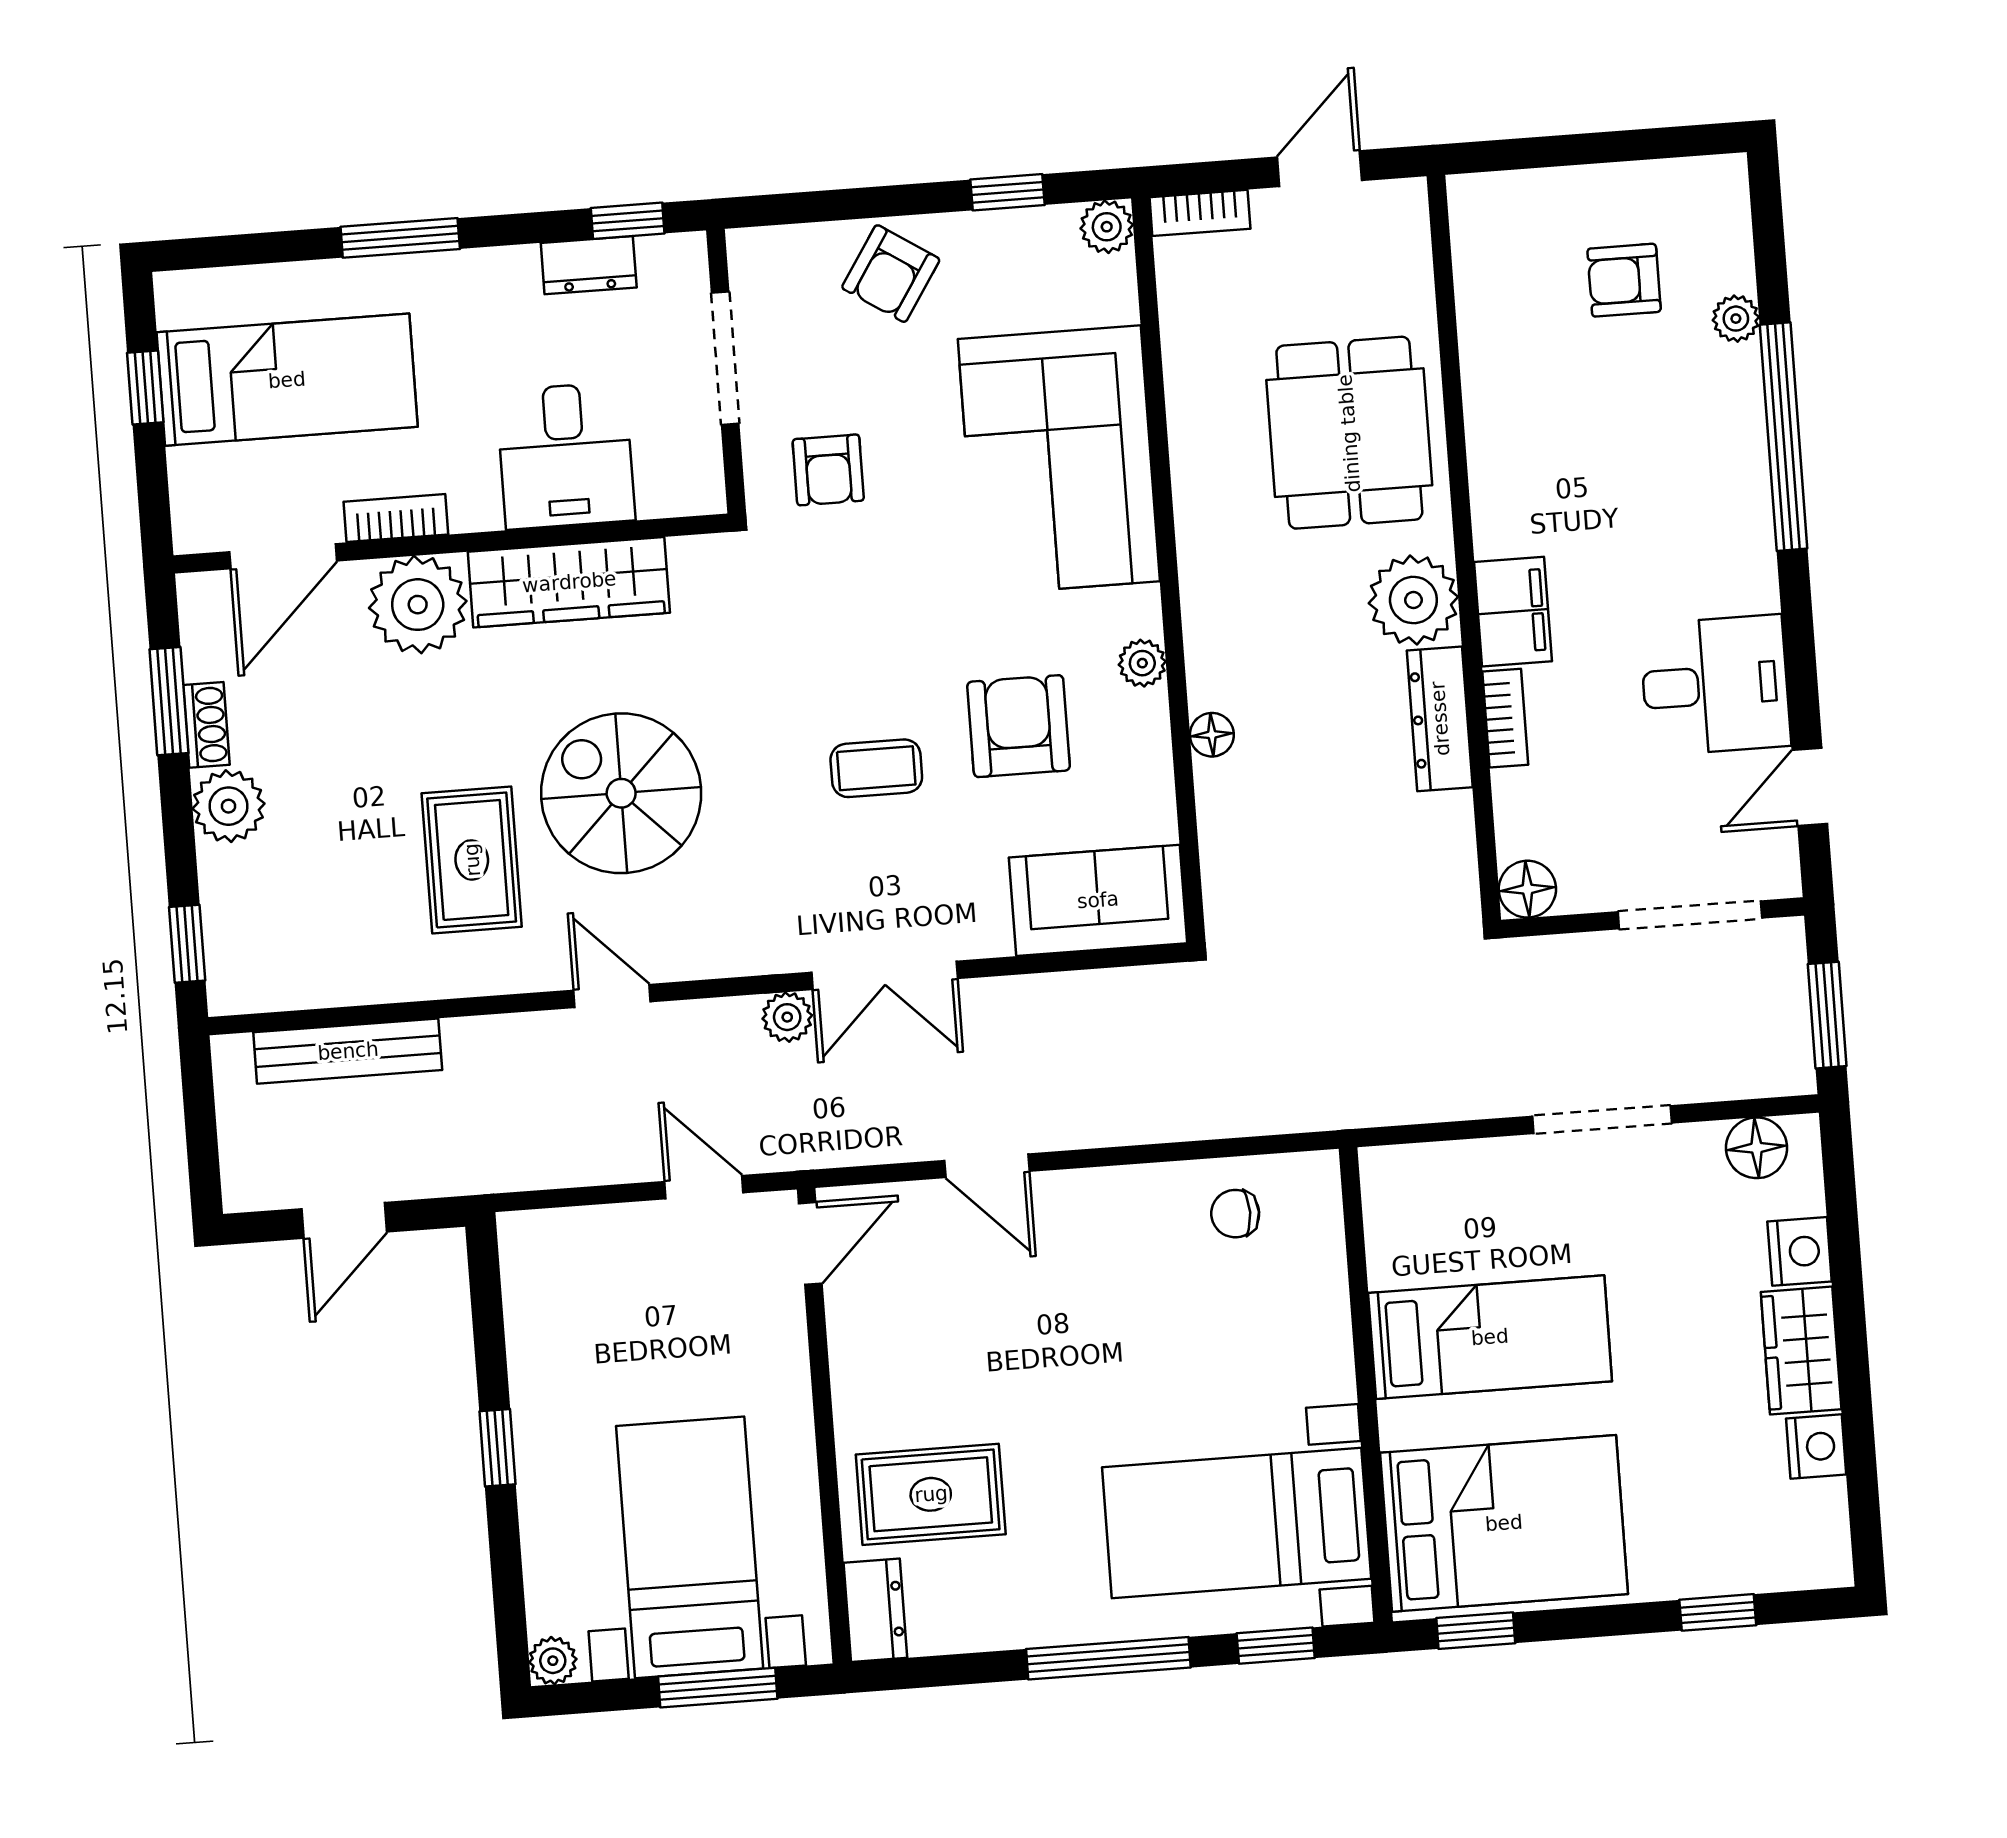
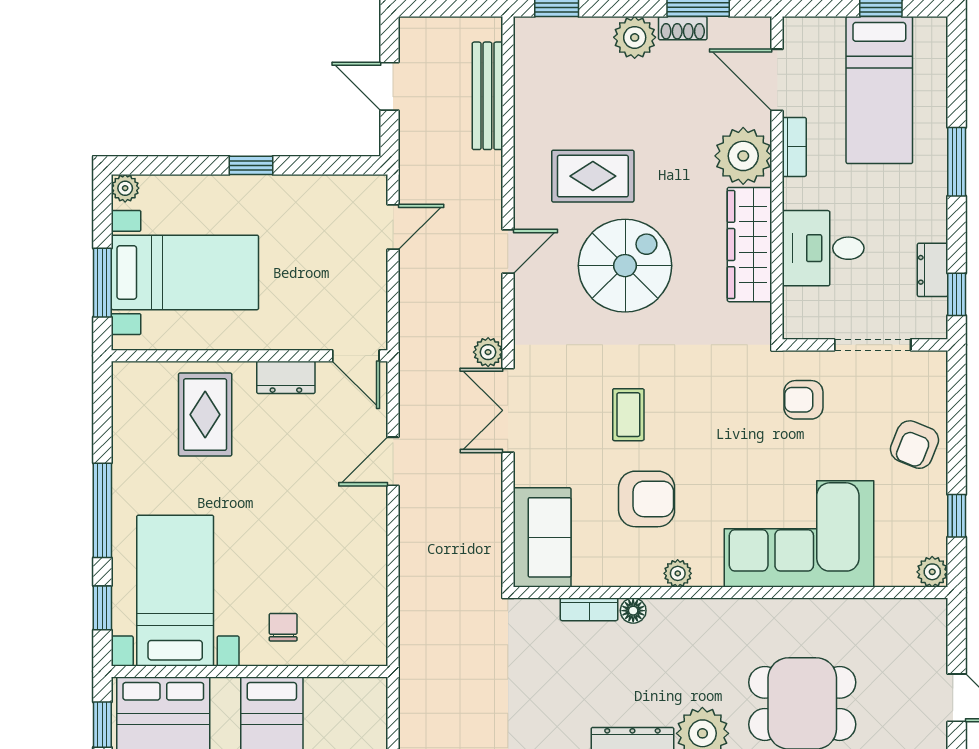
bookcase: (1200, 213) -> (589, 609), moved, turned -90
armchair: (891, 274) -> (915, 445), turned -101
door: (704, 1187) -> (393, 227), moved
chair: (1235, 1214) -> (283, 627), moved
dresser: (875, 1610) -> (286, 377), moved

